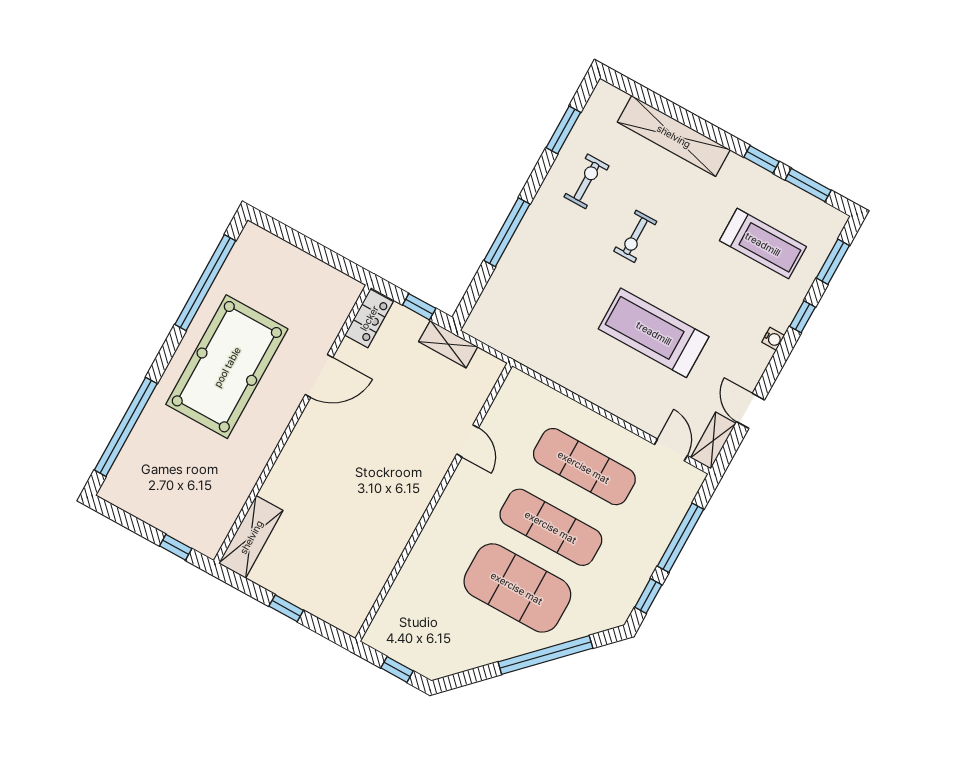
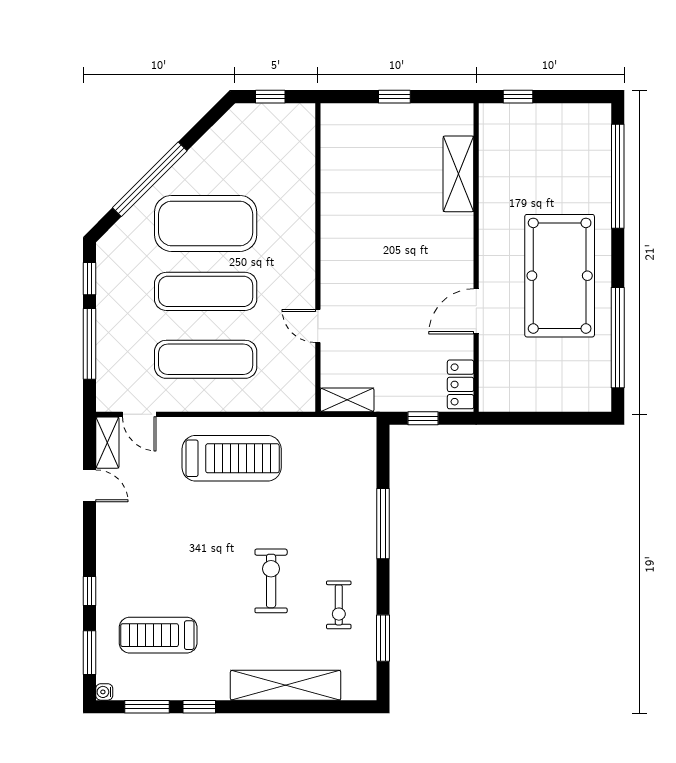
exercise bike: (635, 236) -> (271, 581), width x1.38, depth x1.39
treadmill: (654, 333) -> (232, 458), moved
water cooler: (773, 339) -> (104, 692), moved
shelving: (448, 344) -> (347, 400), moved
shelving: (251, 537) -> (458, 174), moved

